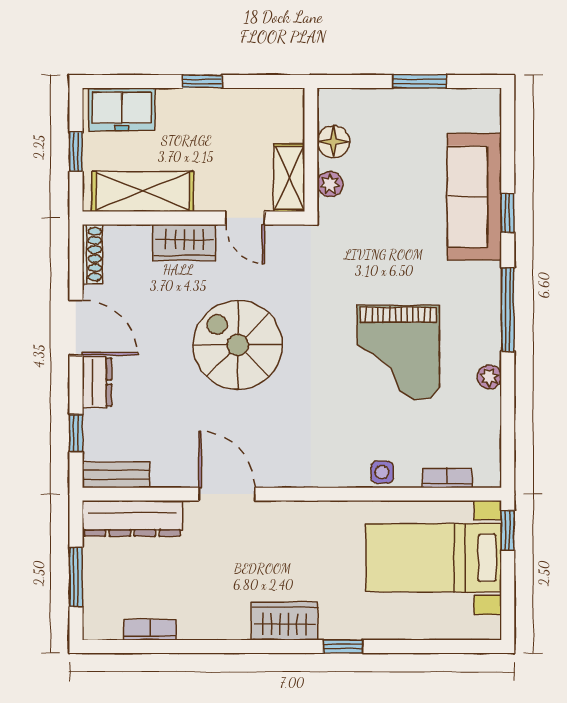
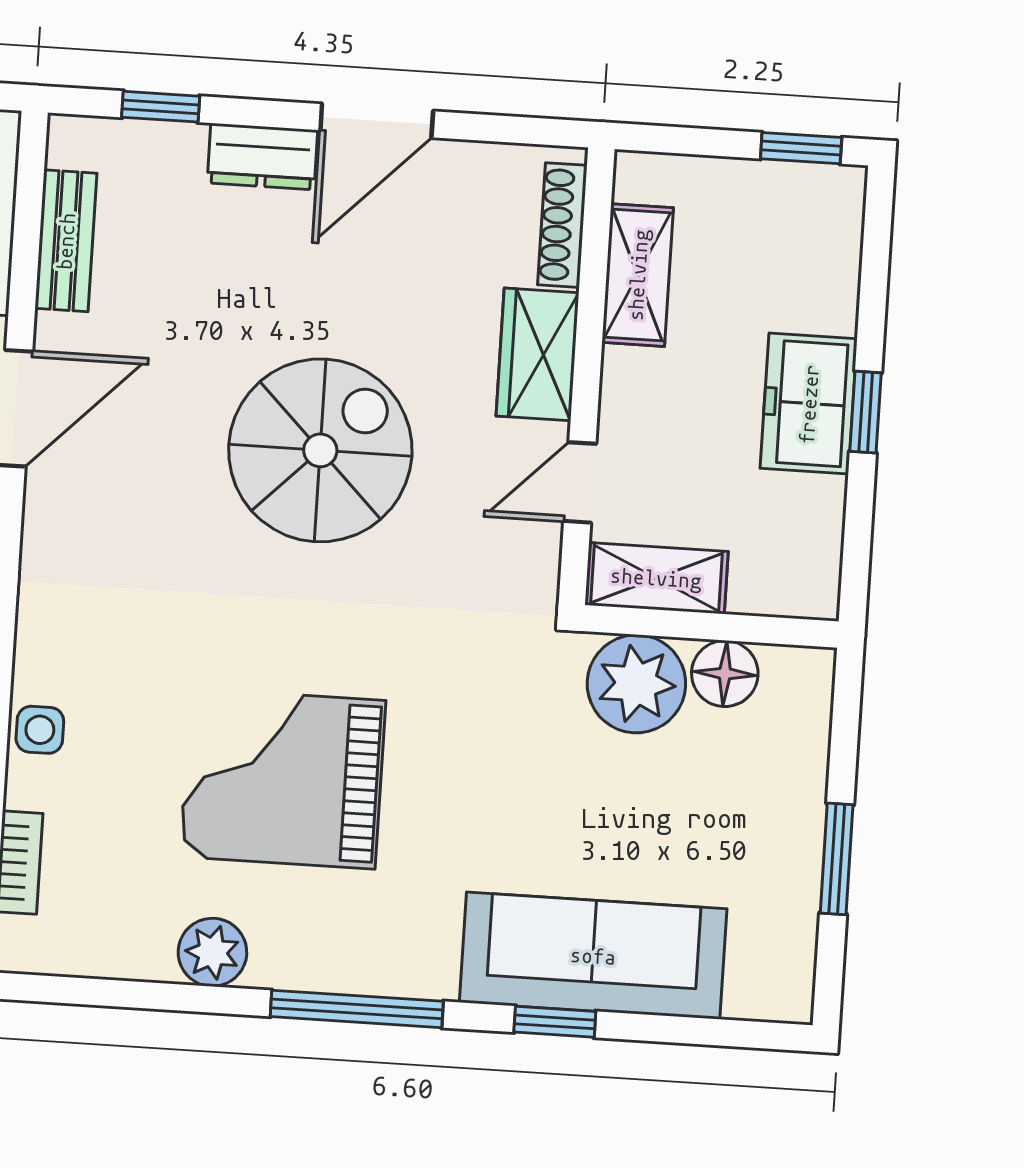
freezer: (122, 109) -> (809, 404), moved
window: (76, 152) -> (801, 148), moved
plant: (330, 184) -> (636, 684), width x1.87, depth x1.87
shelving: (143, 191) -> (638, 275), width x0.67, depth x0.75
shoe rack: (92, 254) -> (562, 225), moved, turned 90
plant: (489, 377) -> (212, 952), width x1.38, depth x1.38
bench: (116, 475) -> (66, 241), moved

